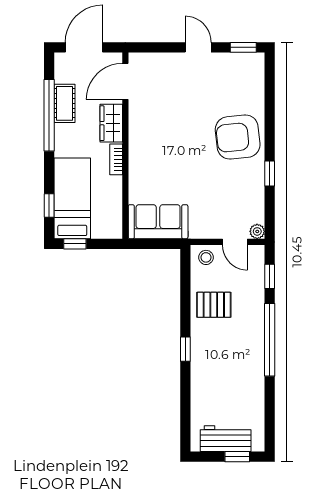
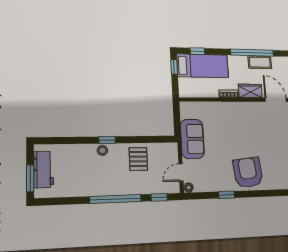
sofa: (158, 222) -> (192, 139), moved
stool: (206, 257) -> (102, 150), moved
window: (237, 457) -> (30, 178), width x1.50

